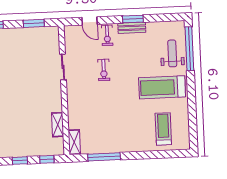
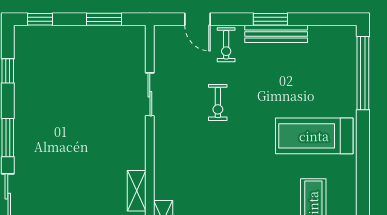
bench: (132, 28) -> (276, 34), width x1.36
weight bench: (172, 53) -> (334, 80), removed

